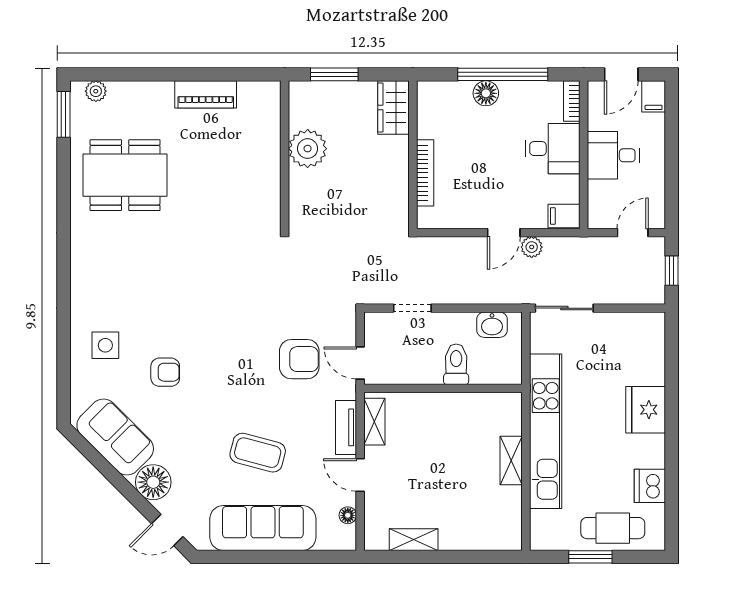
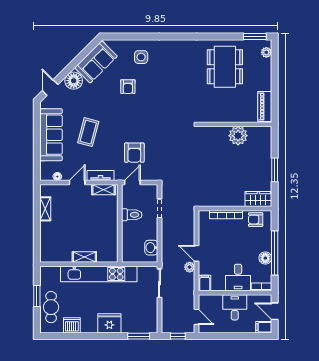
floor lamp: (486, 93) -> (265, 258), moved
armchair: (435, 113) -> (256, 220), added
plant: (308, 149) -> (238, 136), moved
wall: (285, 155) -> (235, 124), moved
window: (672, 350) -> (139, 336), added
toilet: (456, 364) -> (132, 215), moved

